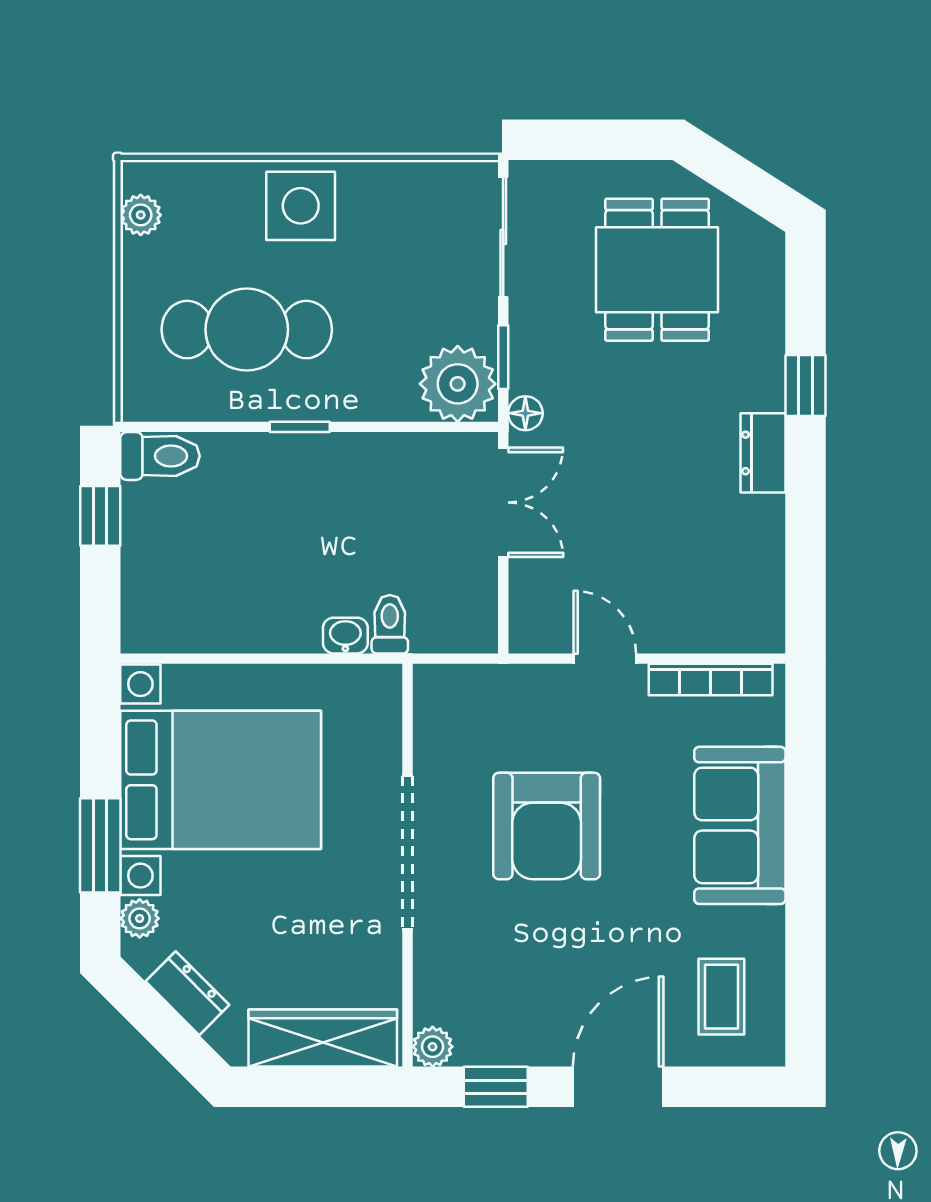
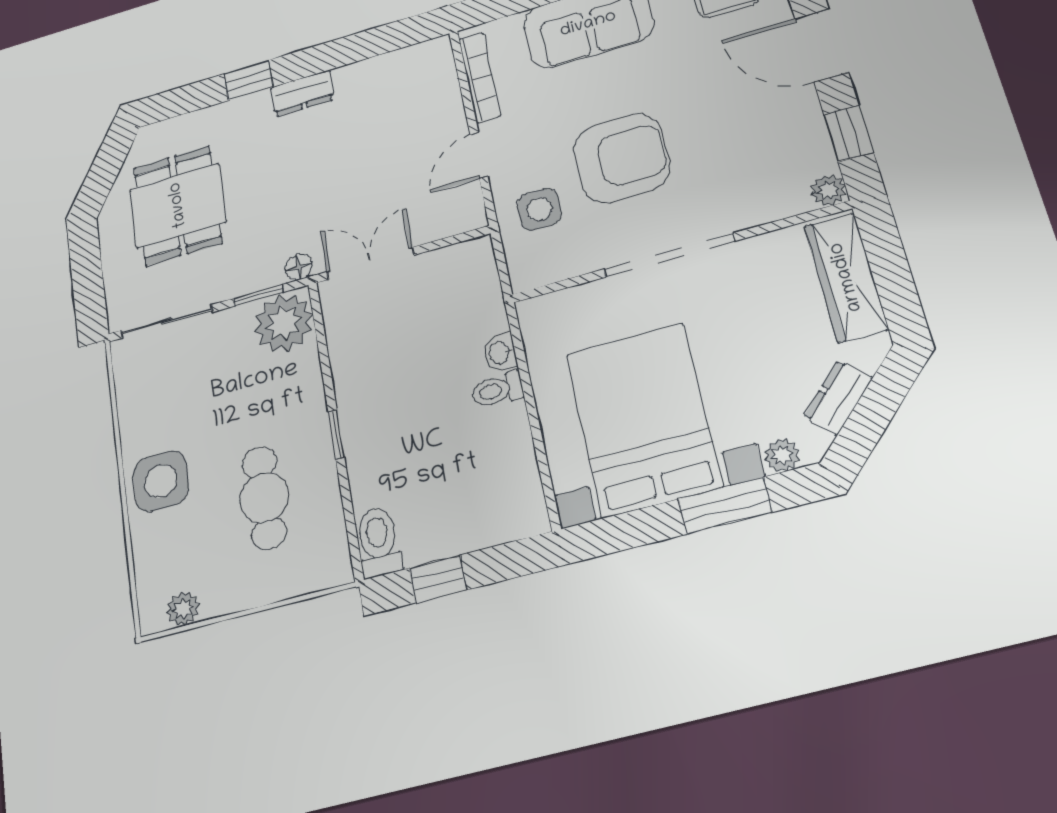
dining table: (657, 270) -> (178, 205), turned 90
cafe table: (247, 330) -> (264, 498), width x0.73, depth x0.74
toilet: (390, 624) -> (497, 390), moved
side table: (511, 717) -> (539, 209), added

